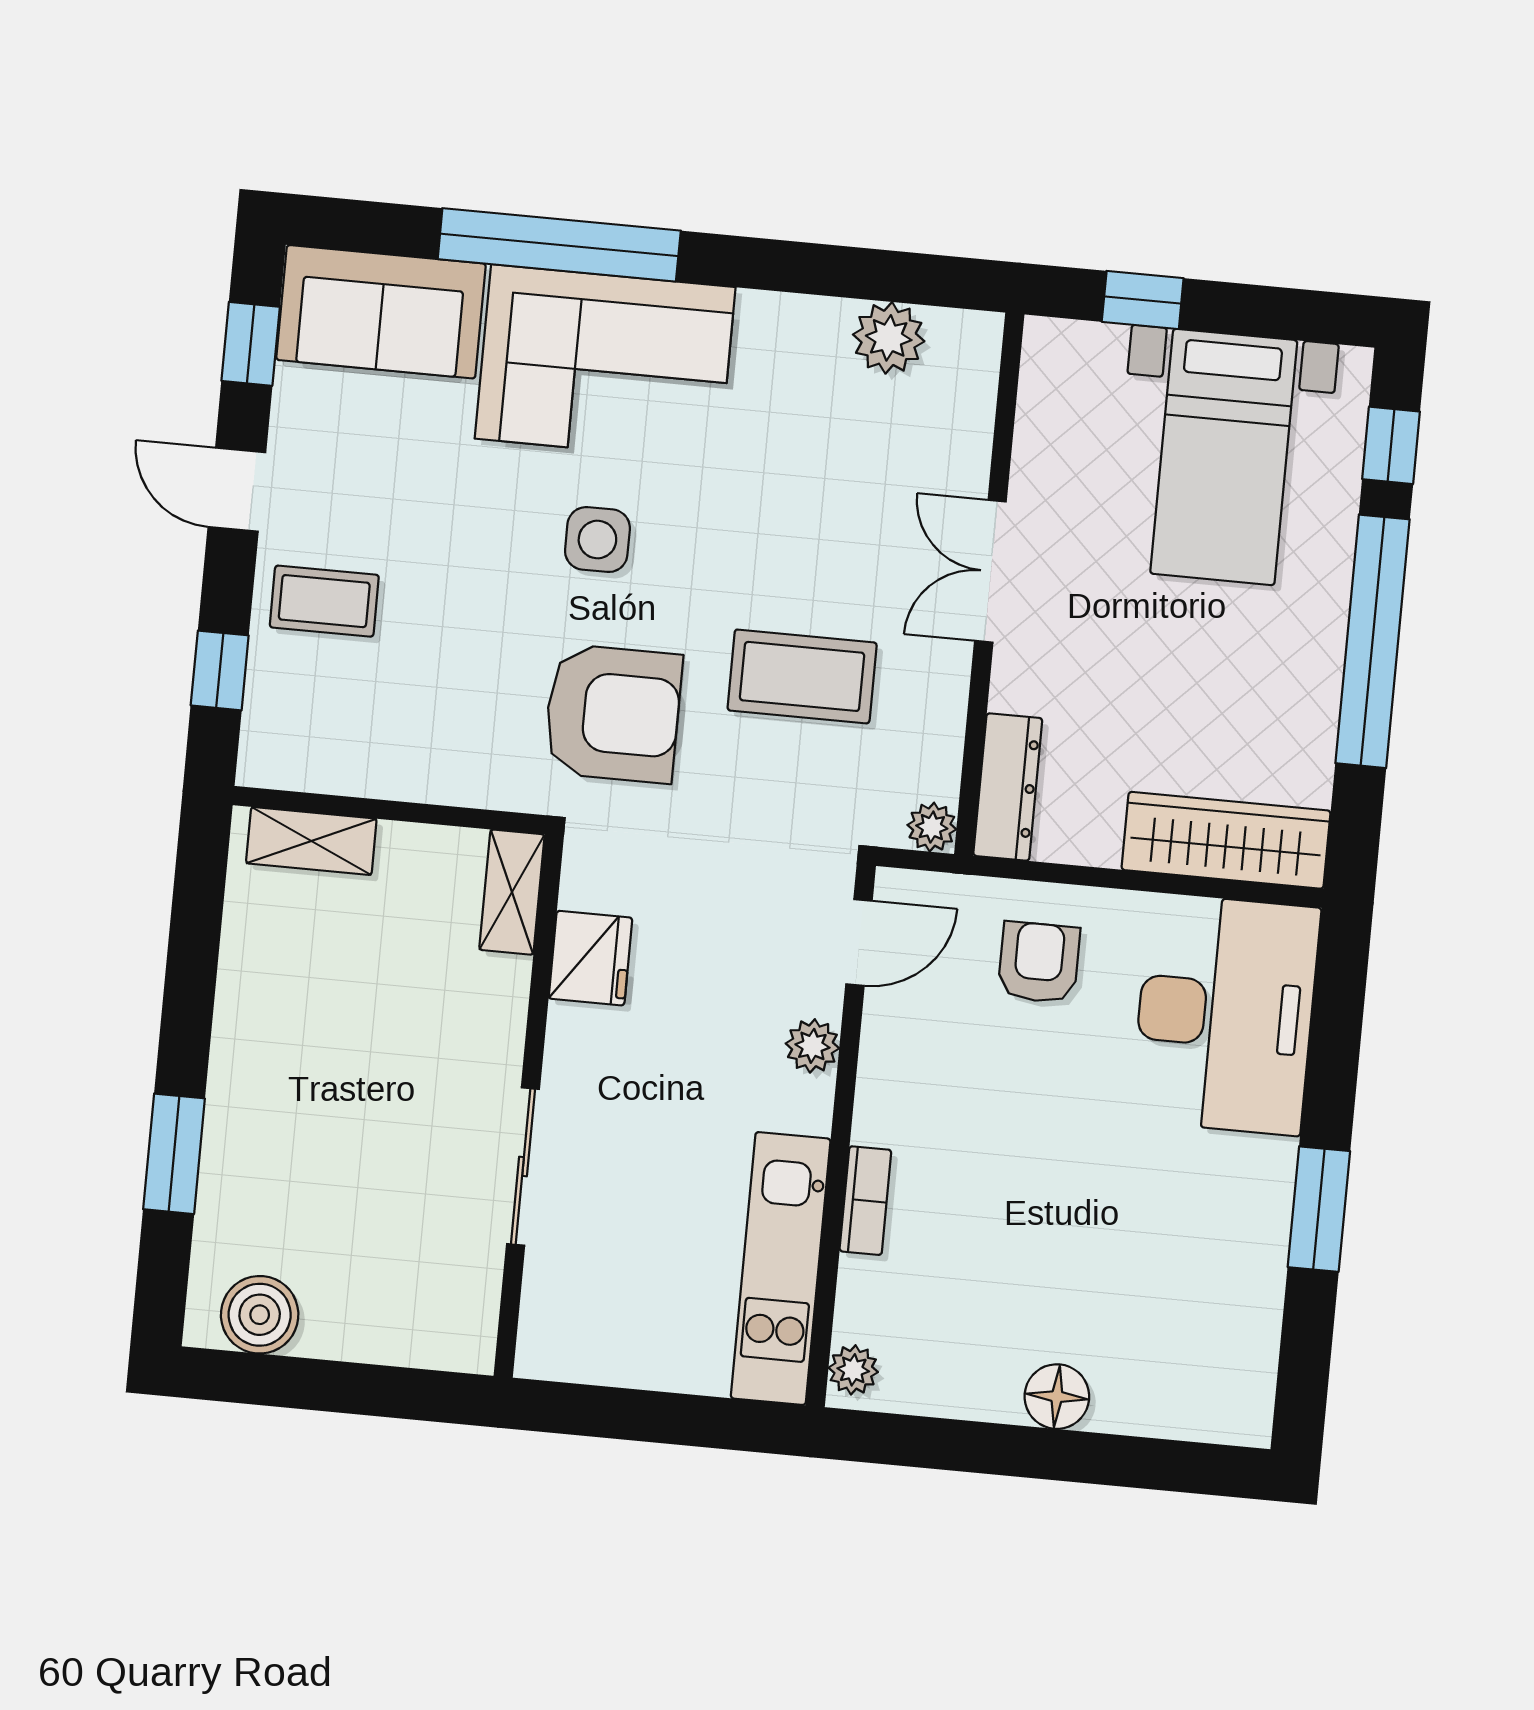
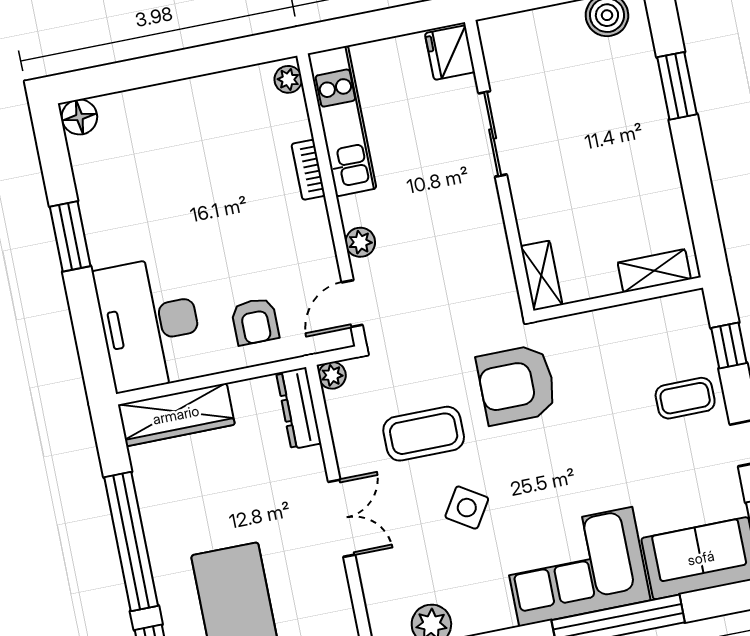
side table: (597, 540) -> (467, 508), moved, turned 32
fridge: (590, 958) -> (450, 53), moved
floor lamp: (1057, 1397) -> (79, 117), moved

